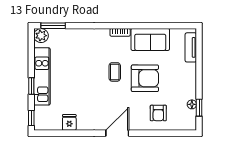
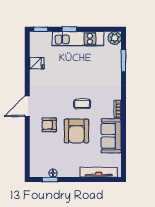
window: (53, 26) -> (123, 61), moved
tv unit: (191, 47) -> (99, 172), width x1.41
armchair: (158, 113) -> (49, 125), moved
door: (117, 133) -> (27, 106), swing flipped

